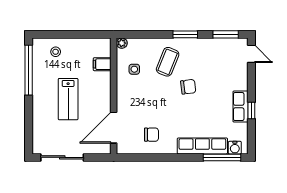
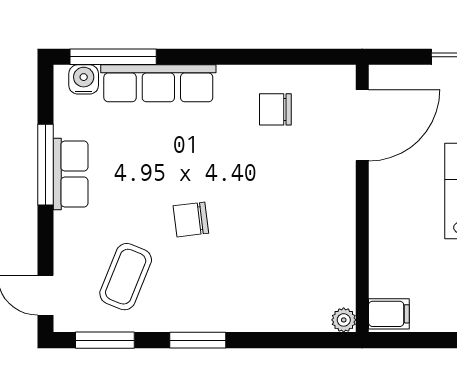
coffee table: (168, 62) -> (126, 277), moved
filing cabinet: (102, 64) -> (389, 314), moved
side table: (134, 69) -> (315, 260), removed
window: (251, 111) -> (46, 165), width x2.17

